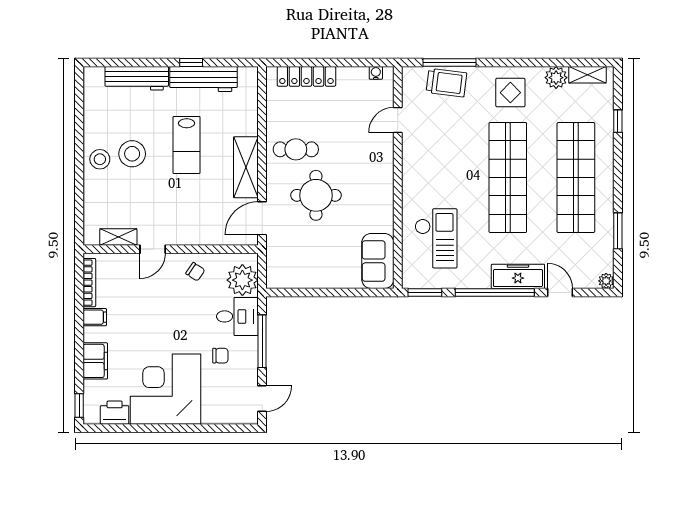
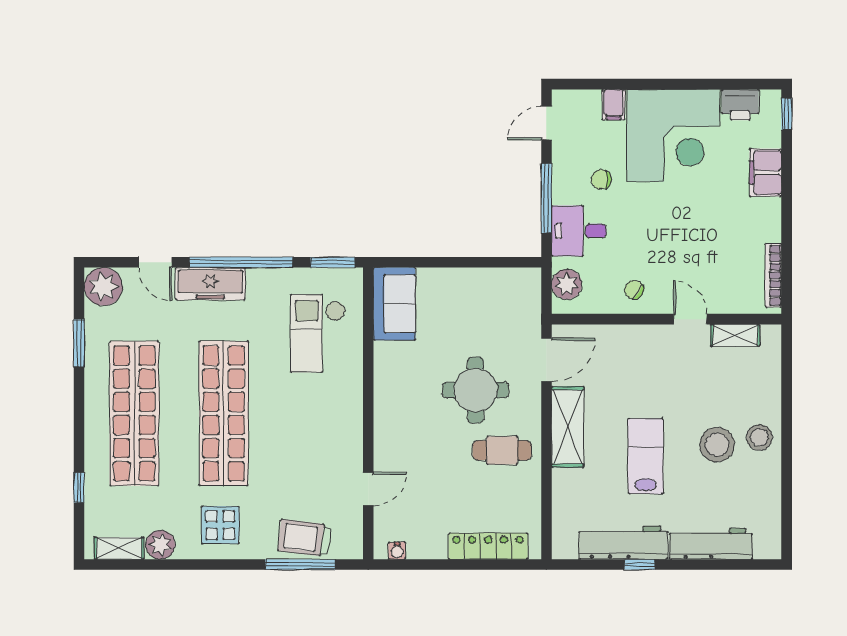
door: (153, 249) -> (690, 319), hinge flipped
plant: (242, 280) -> (567, 284), width x0.73, depth x0.73
plant: (606, 281) -> (103, 287), width x1.88, depth x1.88
filing cabinet: (95, 317) -> (614, 105), moved, turned -90

